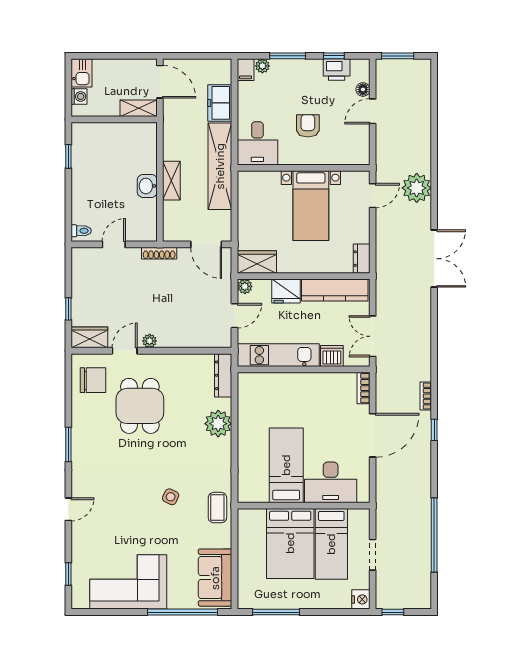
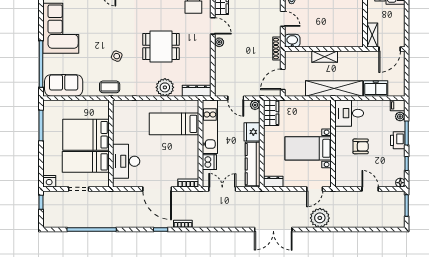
printer: (337, 70) -> (398, 140), moved
floor lamp: (363, 89) -> (400, 183), moved
washbasin: (147, 186) -> (292, 41), moved
door: (373, 196) -> (315, 189), hinge flipped
dining table: (140, 406) -> (161, 47), moved
bed: (286, 465) -> (174, 124), moved, turned 180

